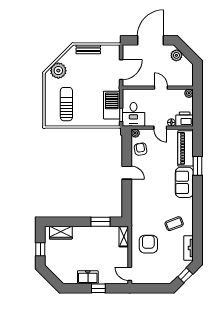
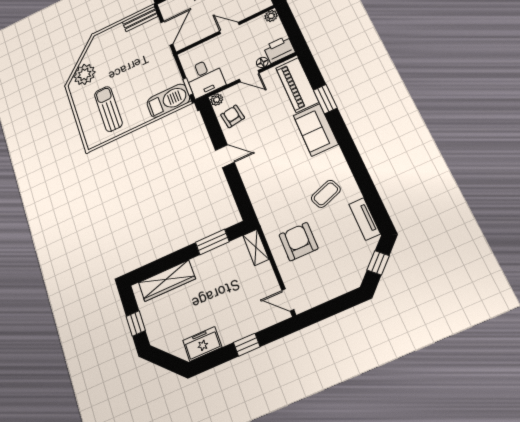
bench: (88, 49) -> (140, 19), moved
barbecue: (112, 105) -> (168, 101), moved, turned 90
wardrobe: (61, 233) -> (167, 281), width x1.50
freezer: (88, 277) -> (202, 344), moved

